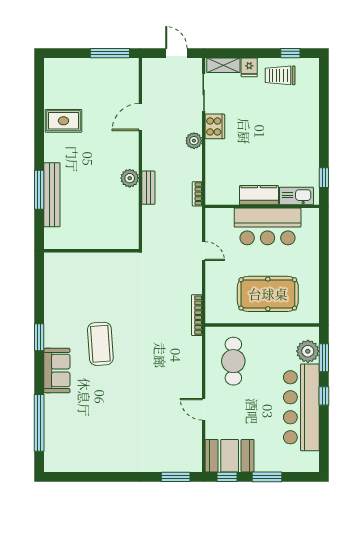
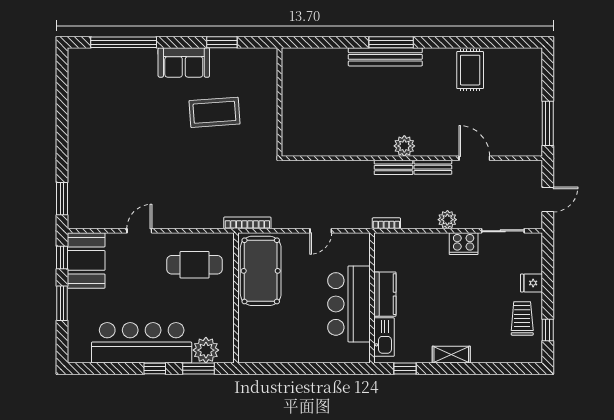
shelving: (223, 65) -> (451, 355), moved, turned 90
bench: (148, 153) -> (433, 167), added
wall: (91, 251) -> (279, 102), moved
pool table: (268, 294) -> (261, 271), moved

